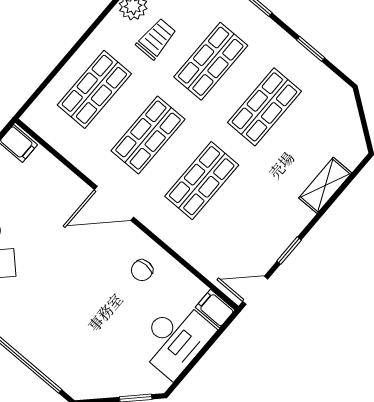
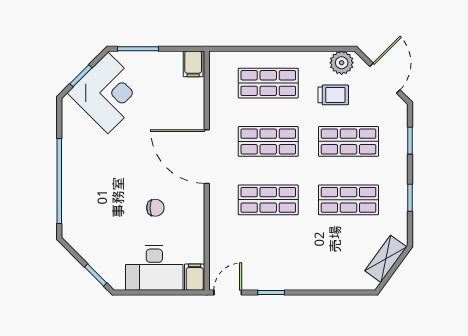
shelving: (325, 185) -> (386, 259), moved, turned -54
door: (114, 203) -> (207, 157), width x1.36
chair: (142, 270) -> (155, 208), moved, turned 180
door: (255, 290) -> (228, 293), hinge flipped

